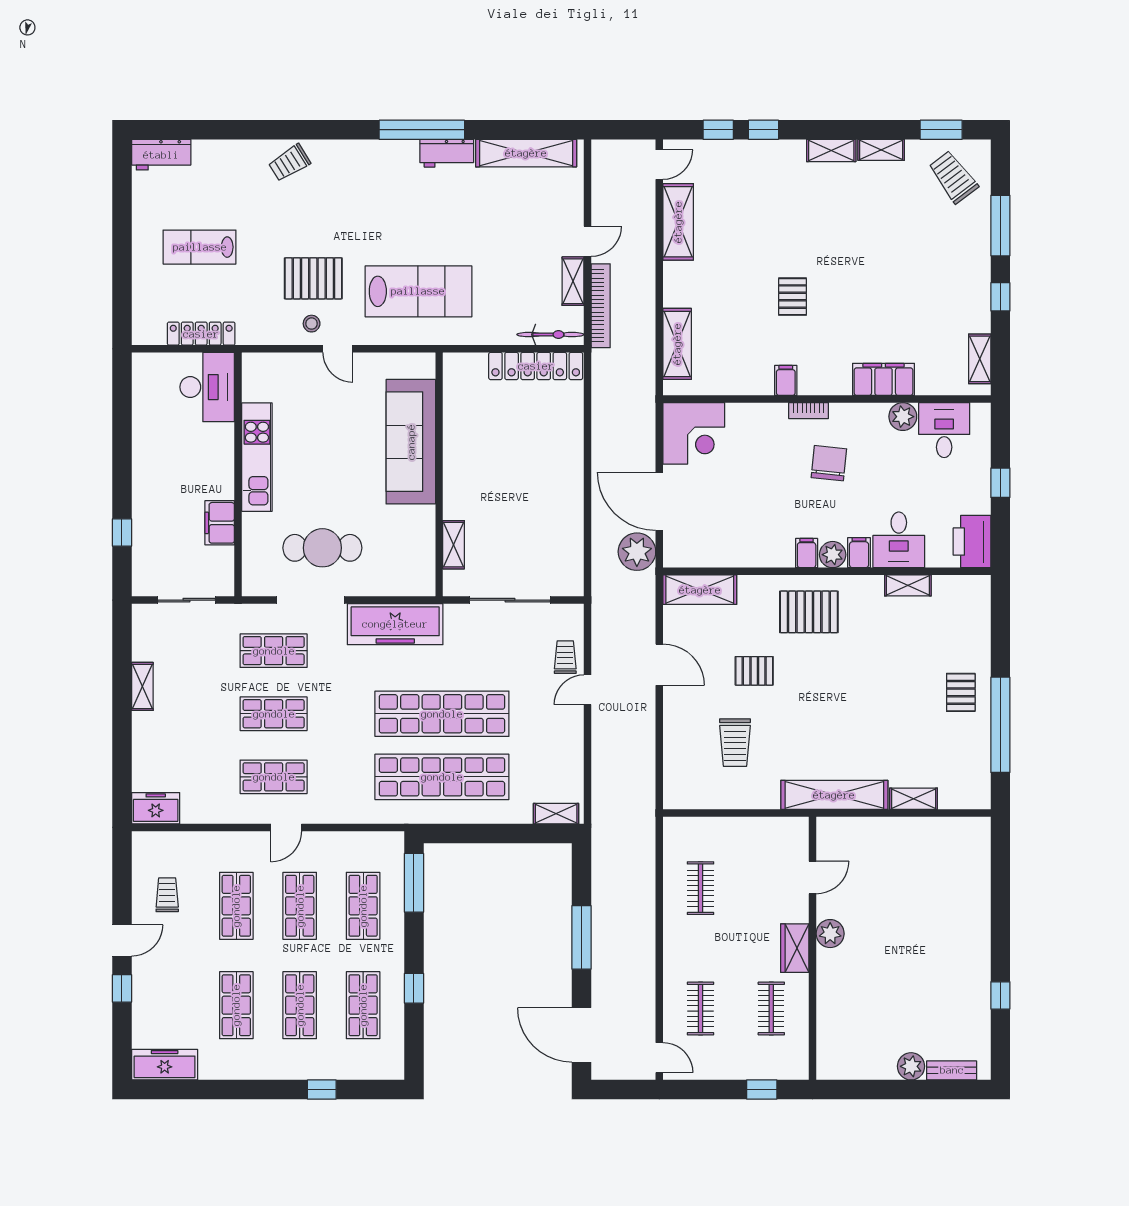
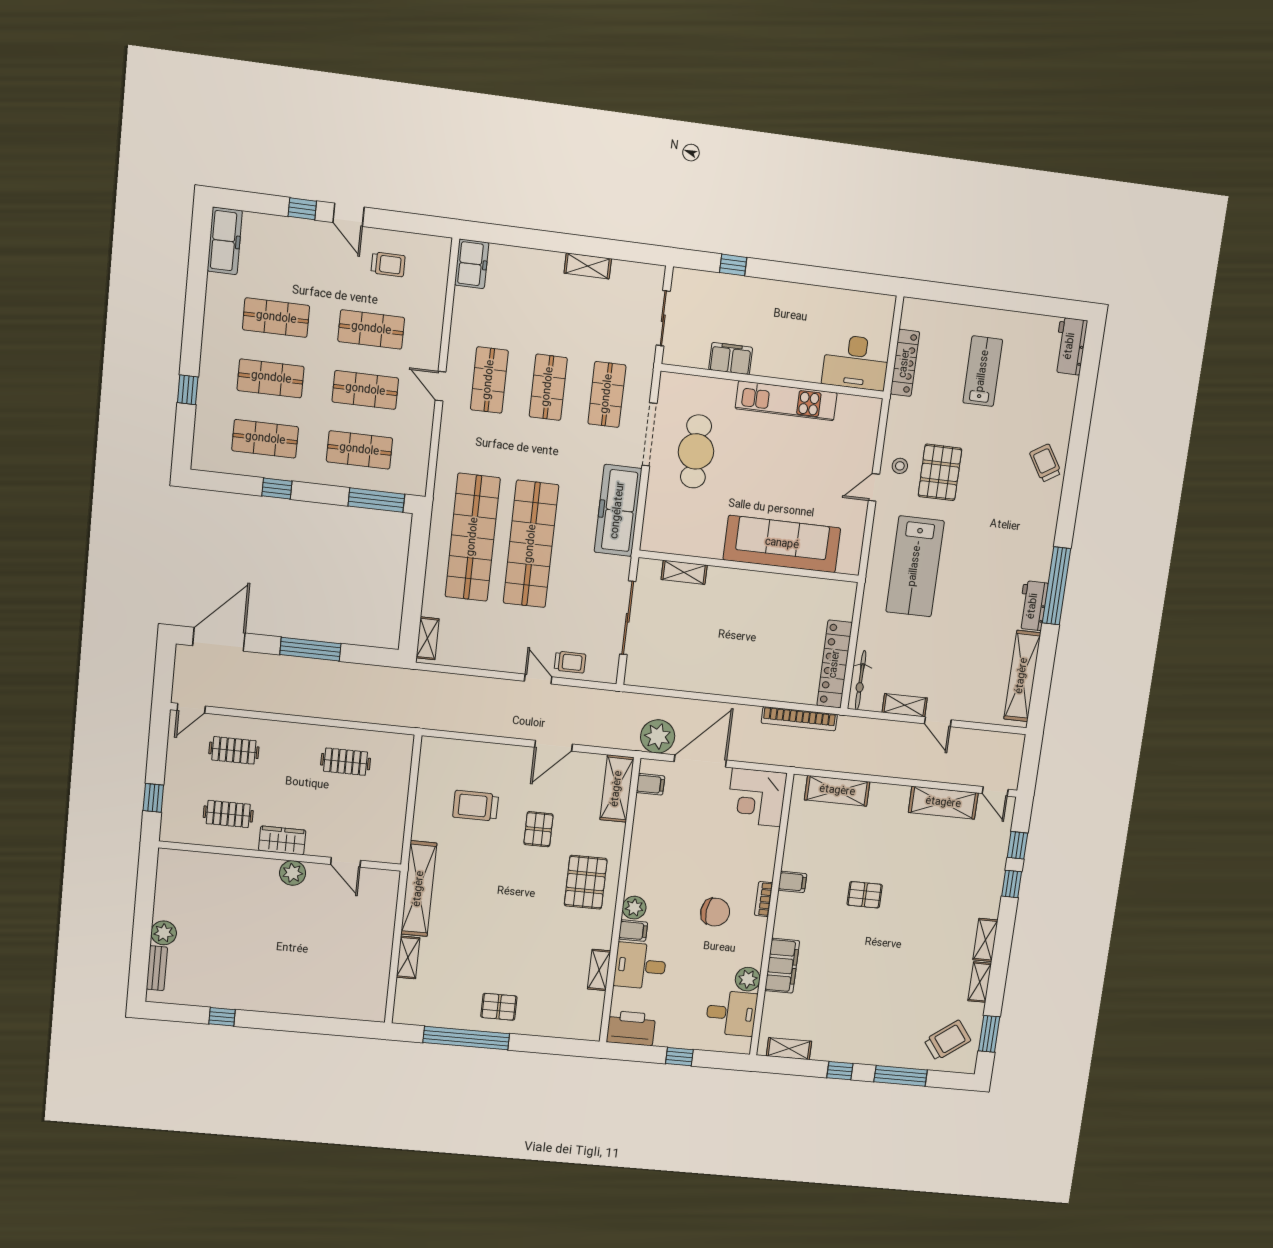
bookcase: (601, 306) -> (799, 719), moved
filing cabinet: (807, 553) -> (651, 784), moved

